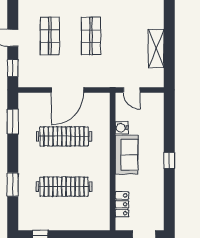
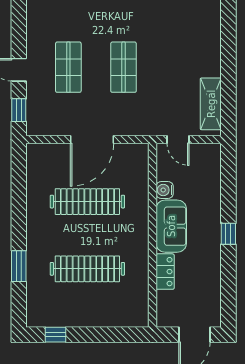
shelving: (156, 49) -> (211, 104), moved
window: (13, 121) -> (19, 182), removed
locker: (122, 204) -> (165, 272), moved

